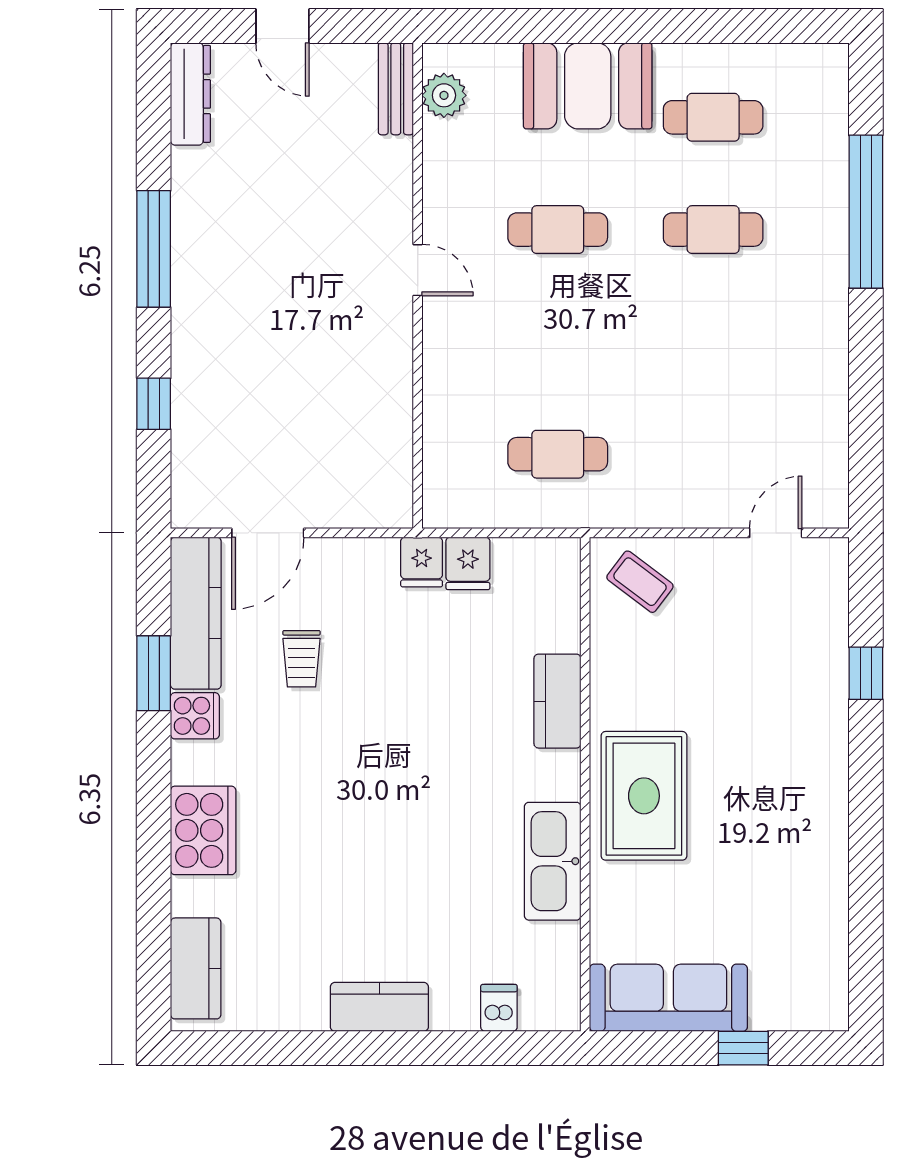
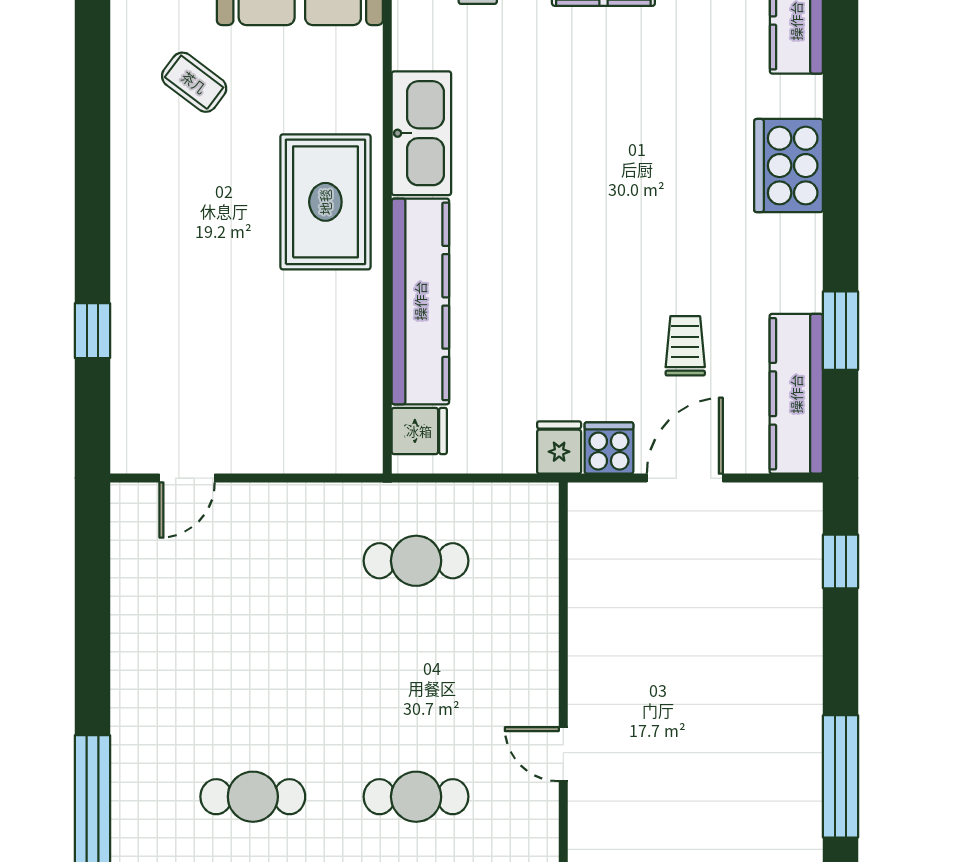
window: (154, 404) -> (840, 561), moved
door: (268, 533) -> (685, 478), moved
fridge: (468, 563) -> (419, 431), moved, turned 90
coffee table: (640, 582) -> (194, 82), moved
kitchen counter: (557, 701) -> (420, 301), width x2.08, depth x1.17
cooker: (195, 716) -> (609, 448), moved, turned 90

